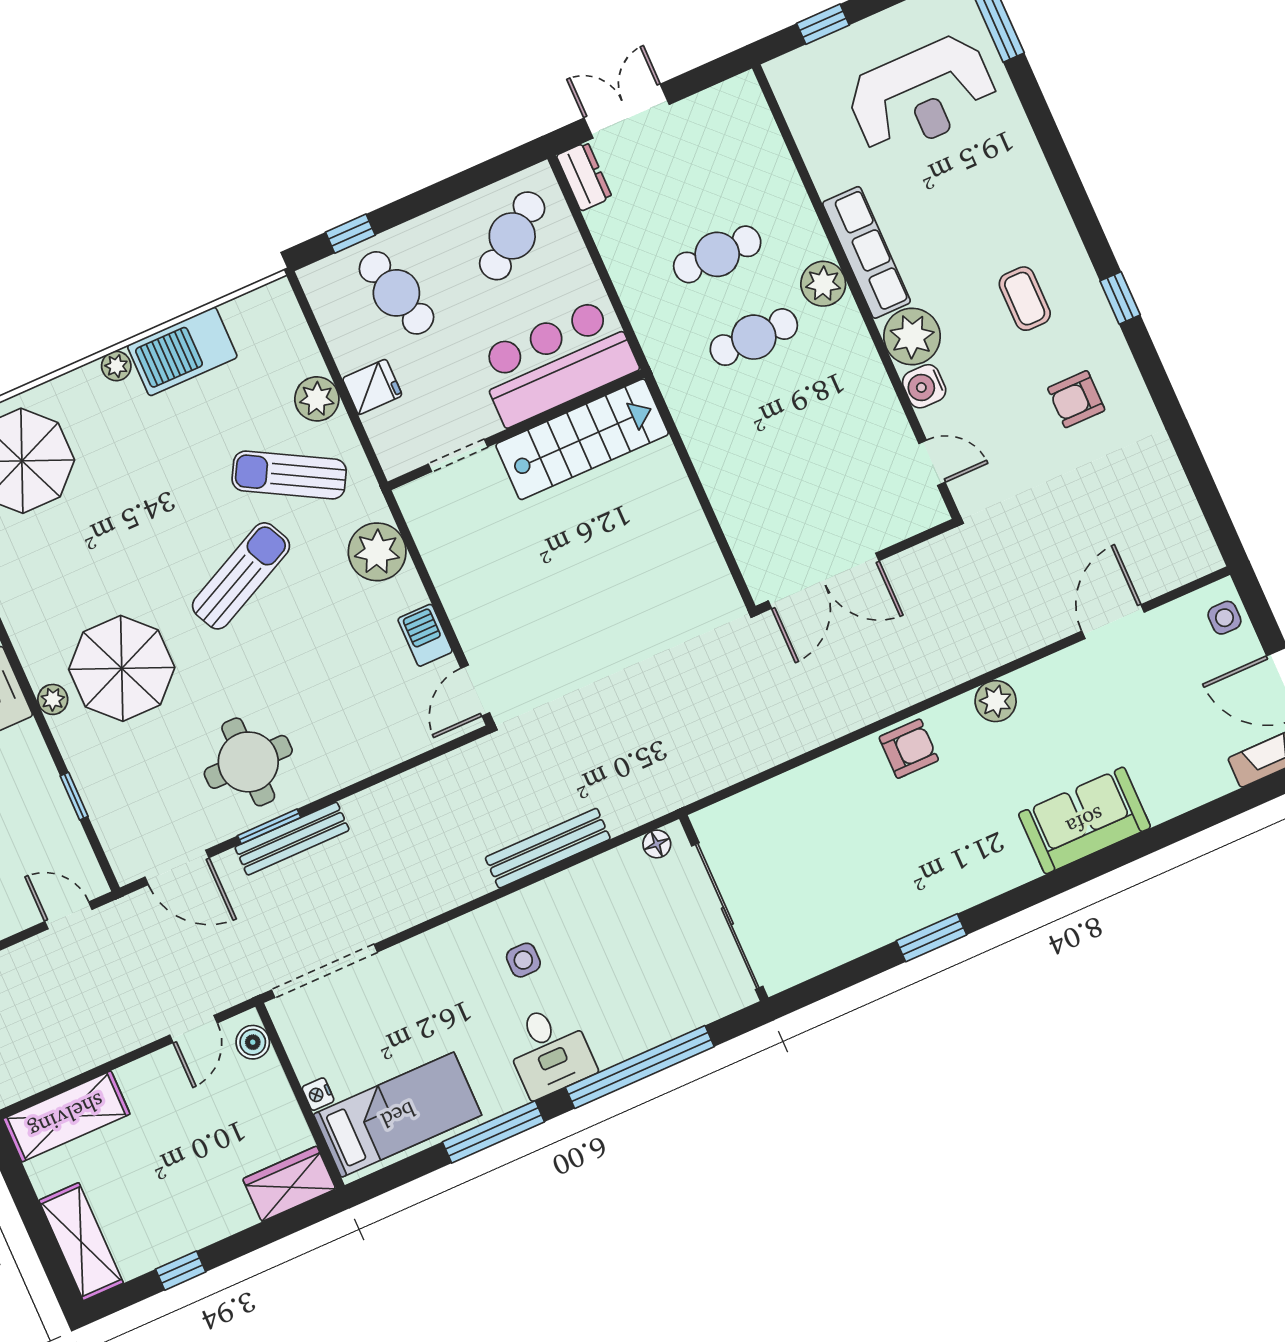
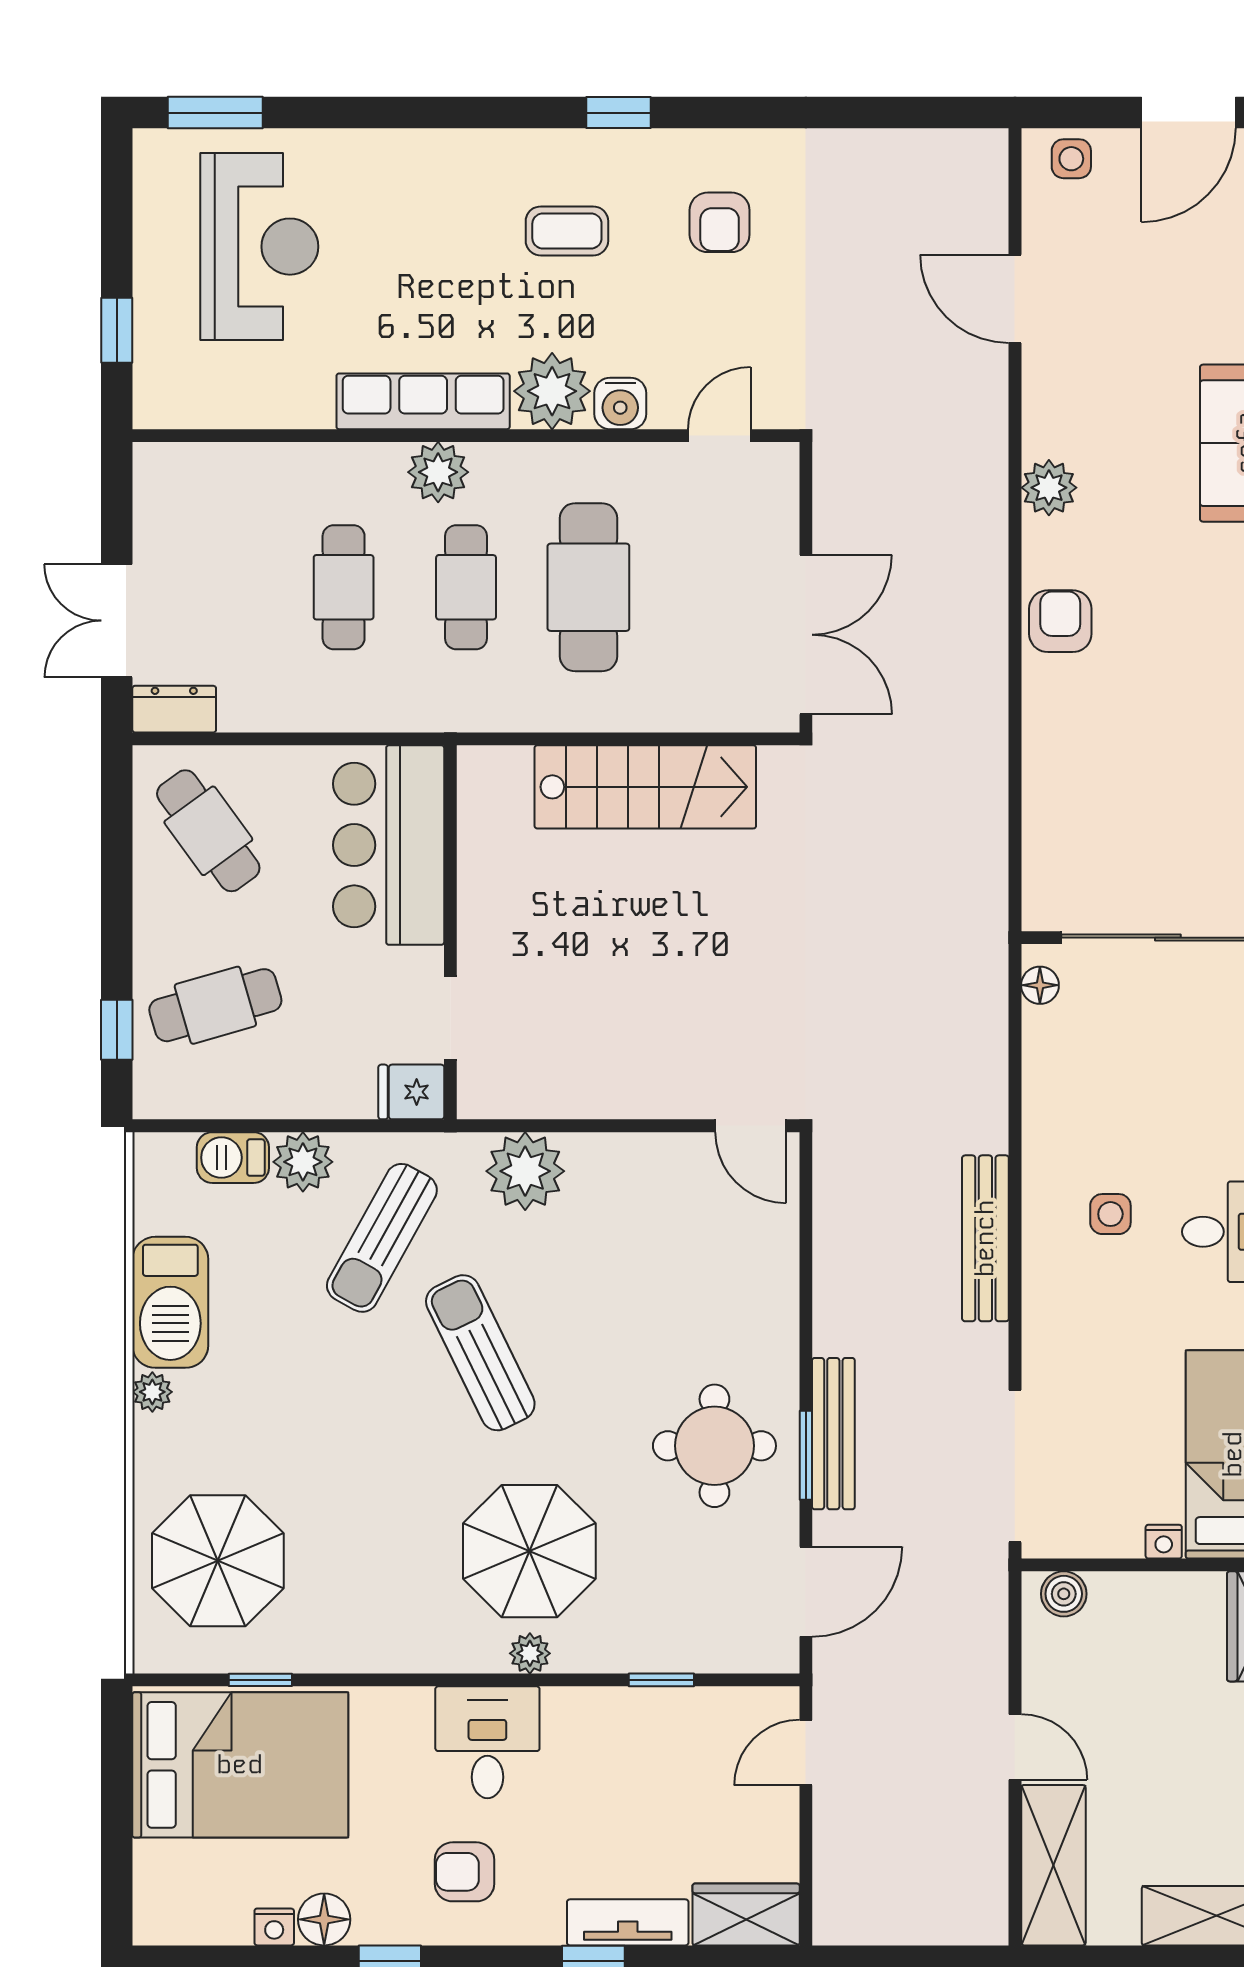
fridge: (372, 387) -> (411, 1092), moved, turned -90
cafe table: (790, 420) -> (588, 587), added
stairs: (582, 439) -> (645, 787), moved, turned 90
barbecue: (425, 635) -> (233, 1158), moved
bench: (548, 848) -> (985, 1238), moved
door: (194, 1029) -> (1015, 1747), moved

